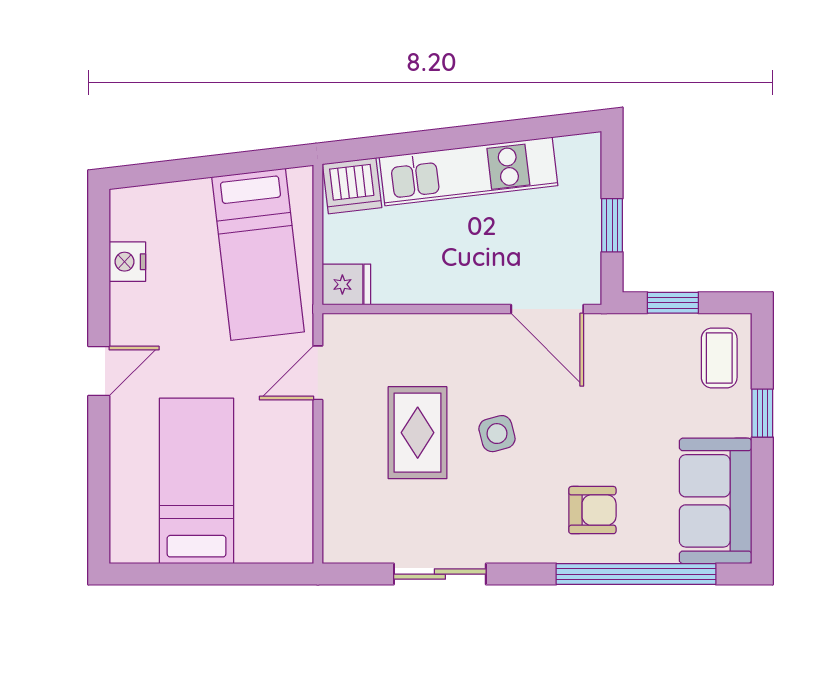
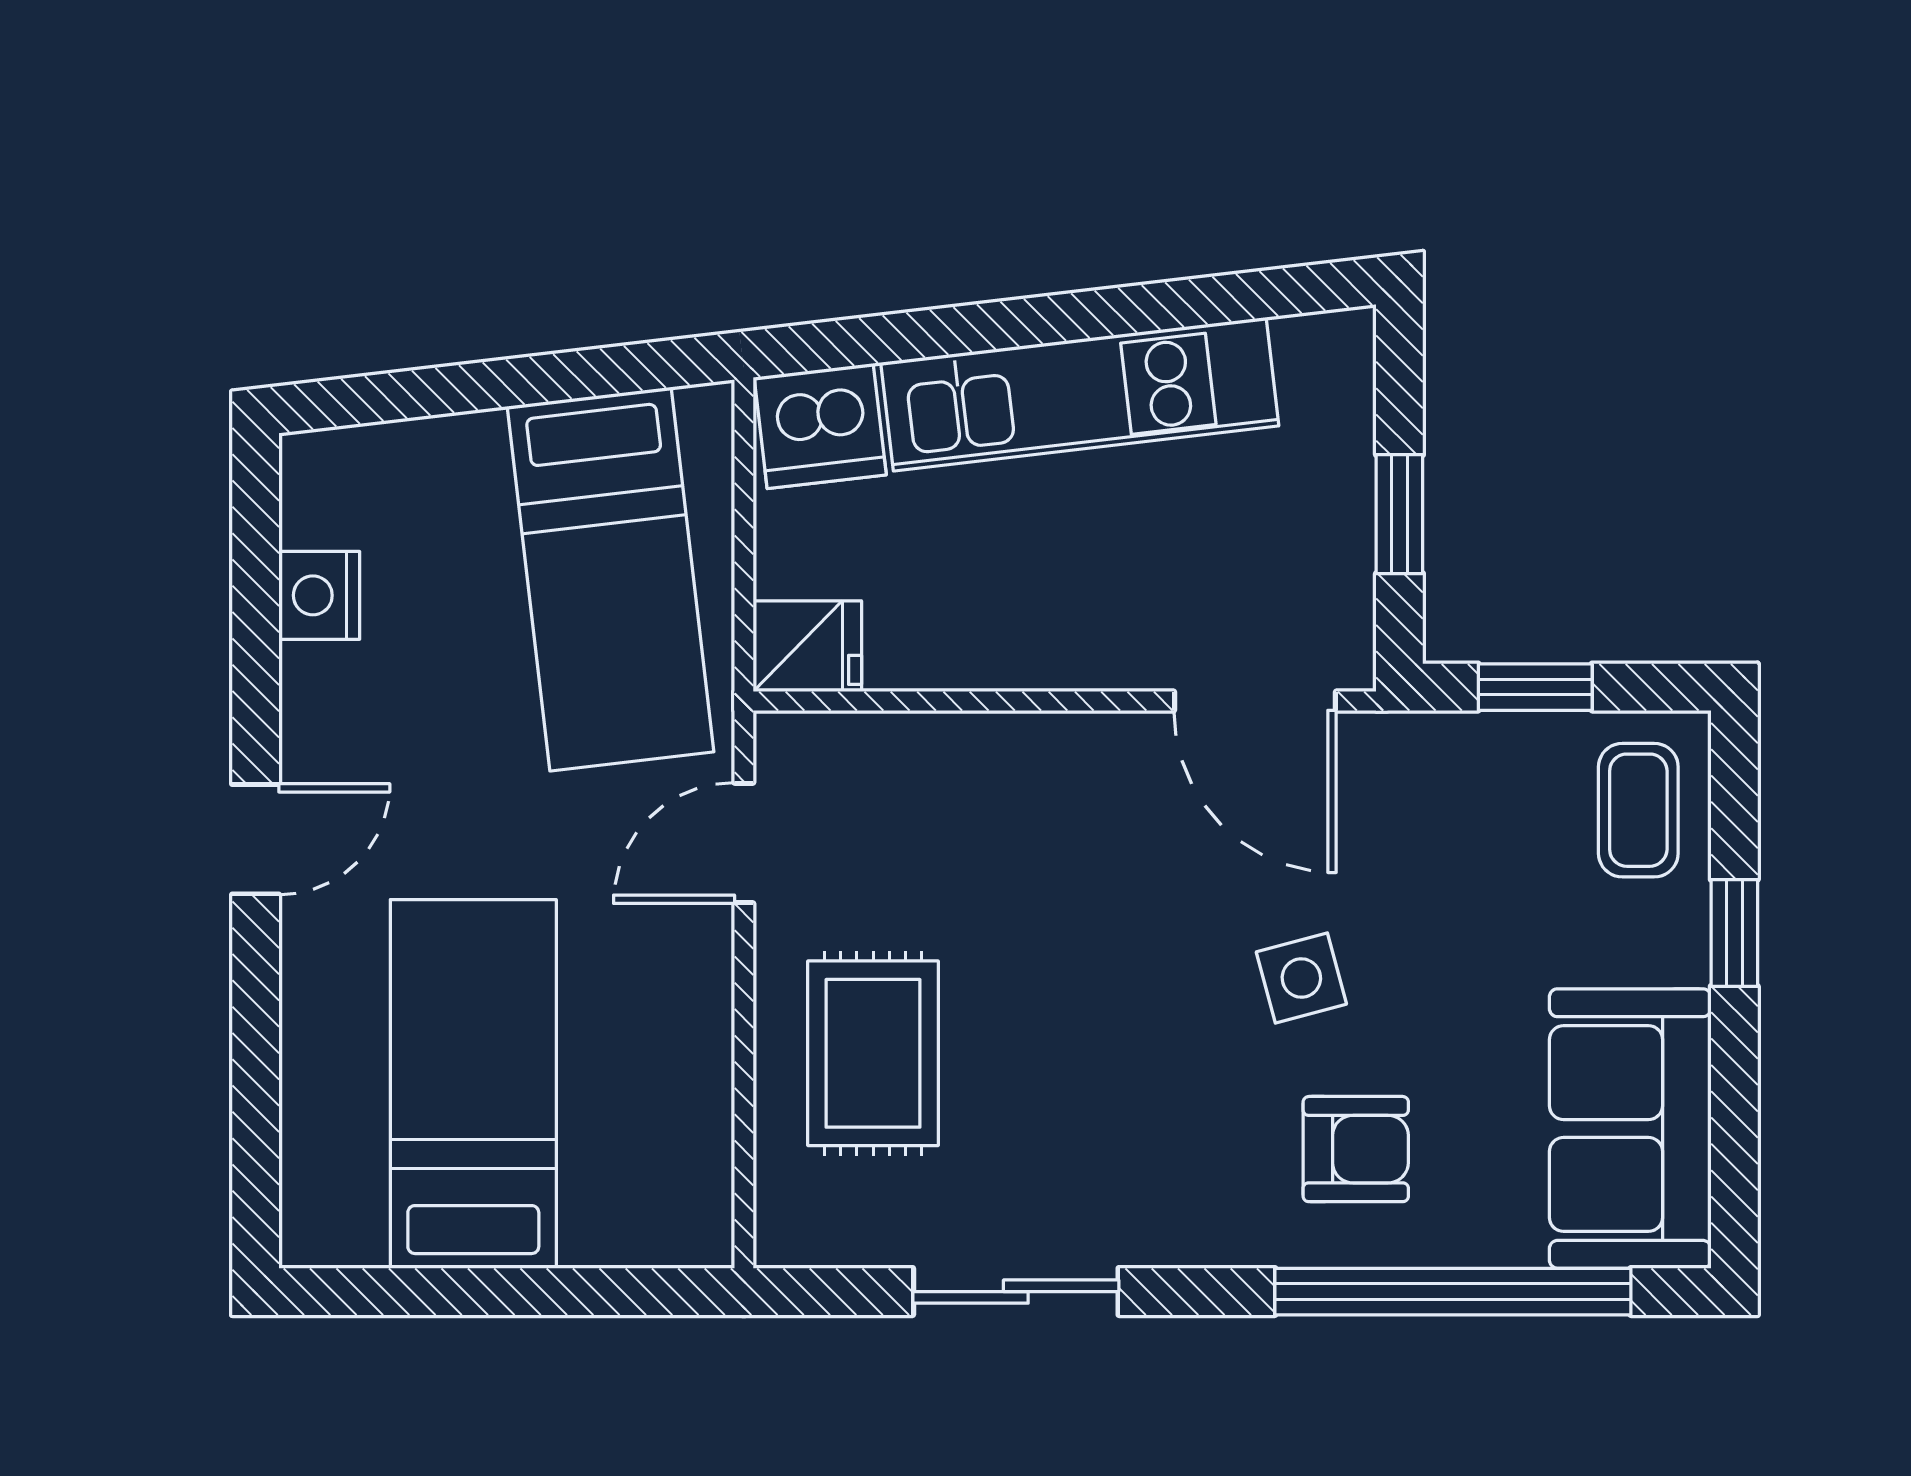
rug: (418, 433) -> (873, 1053), moved
side table: (497, 434) -> (1301, 978), moved

